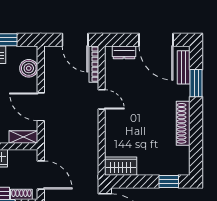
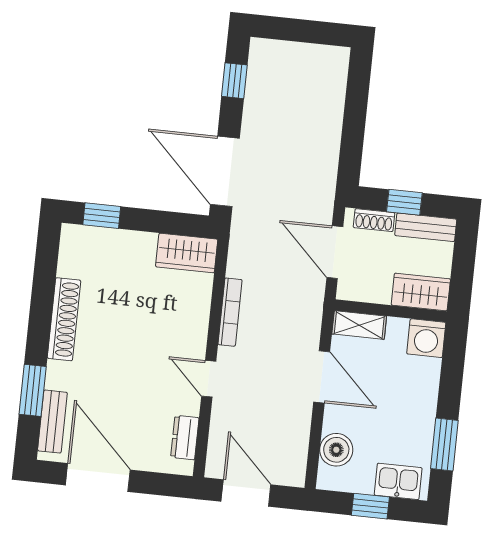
dresser: (124, 52) -> (185, 438), moved, turned -90
bookcase: (94, 64) -> (230, 312), moved

